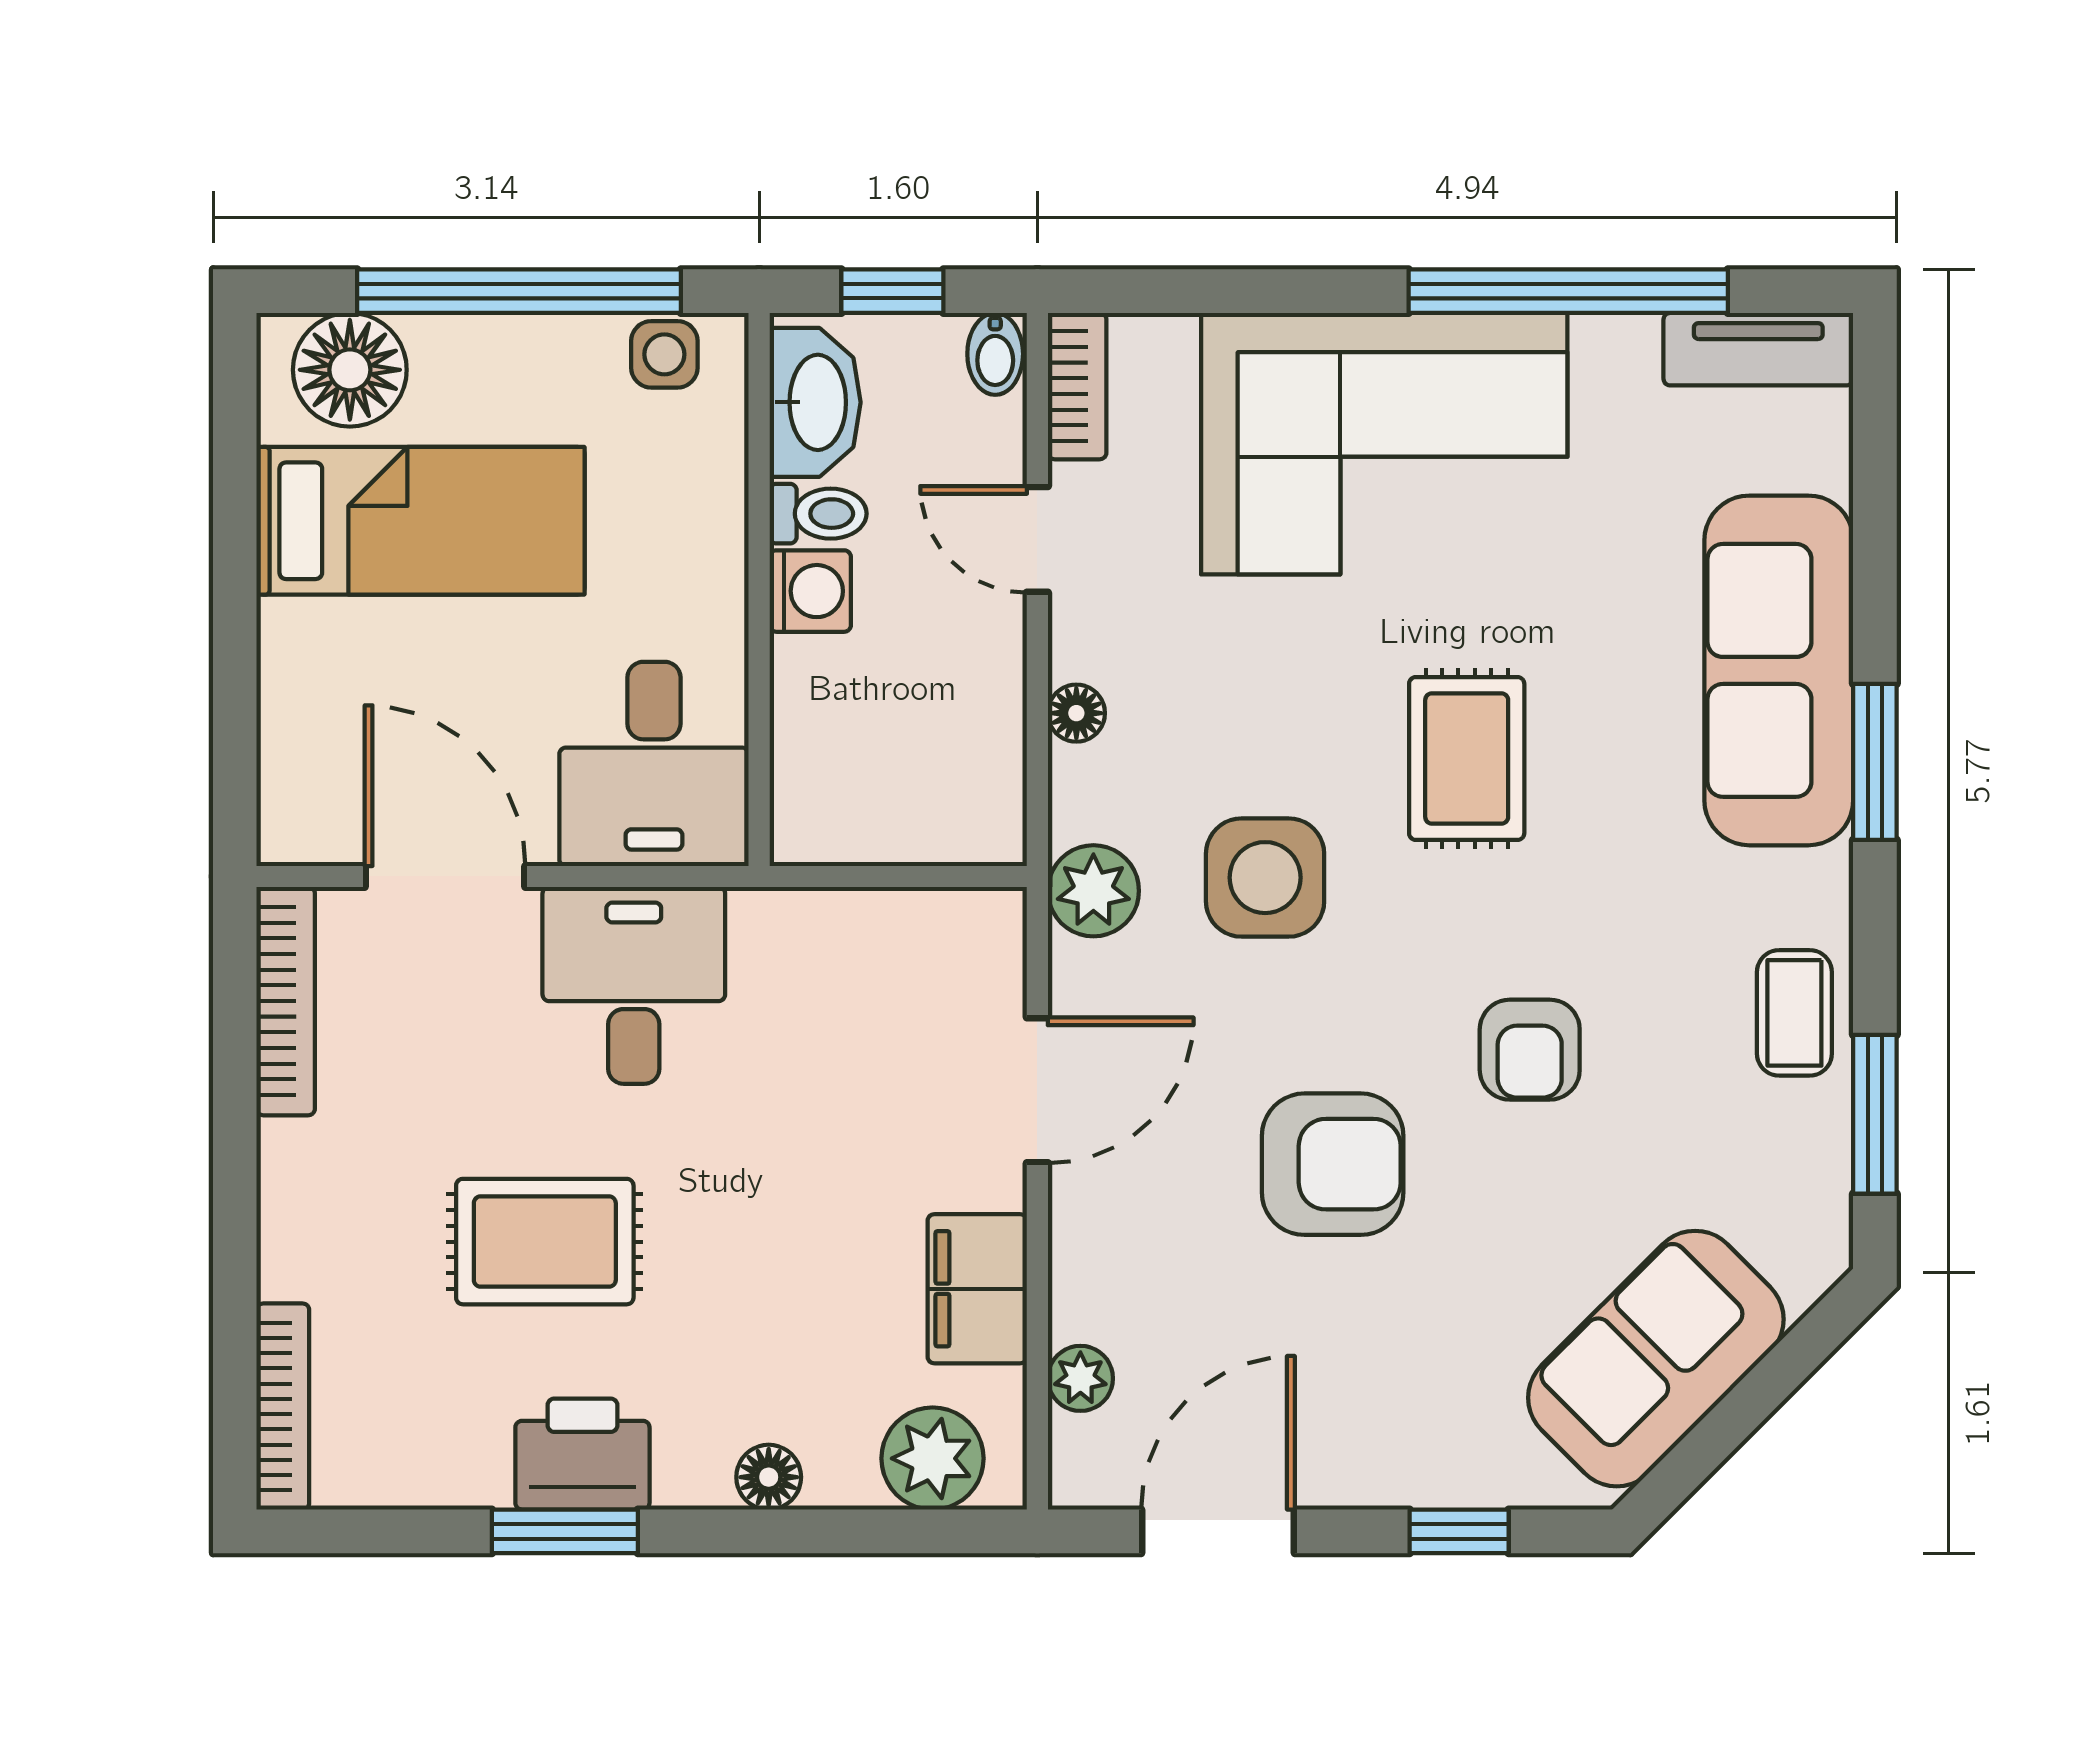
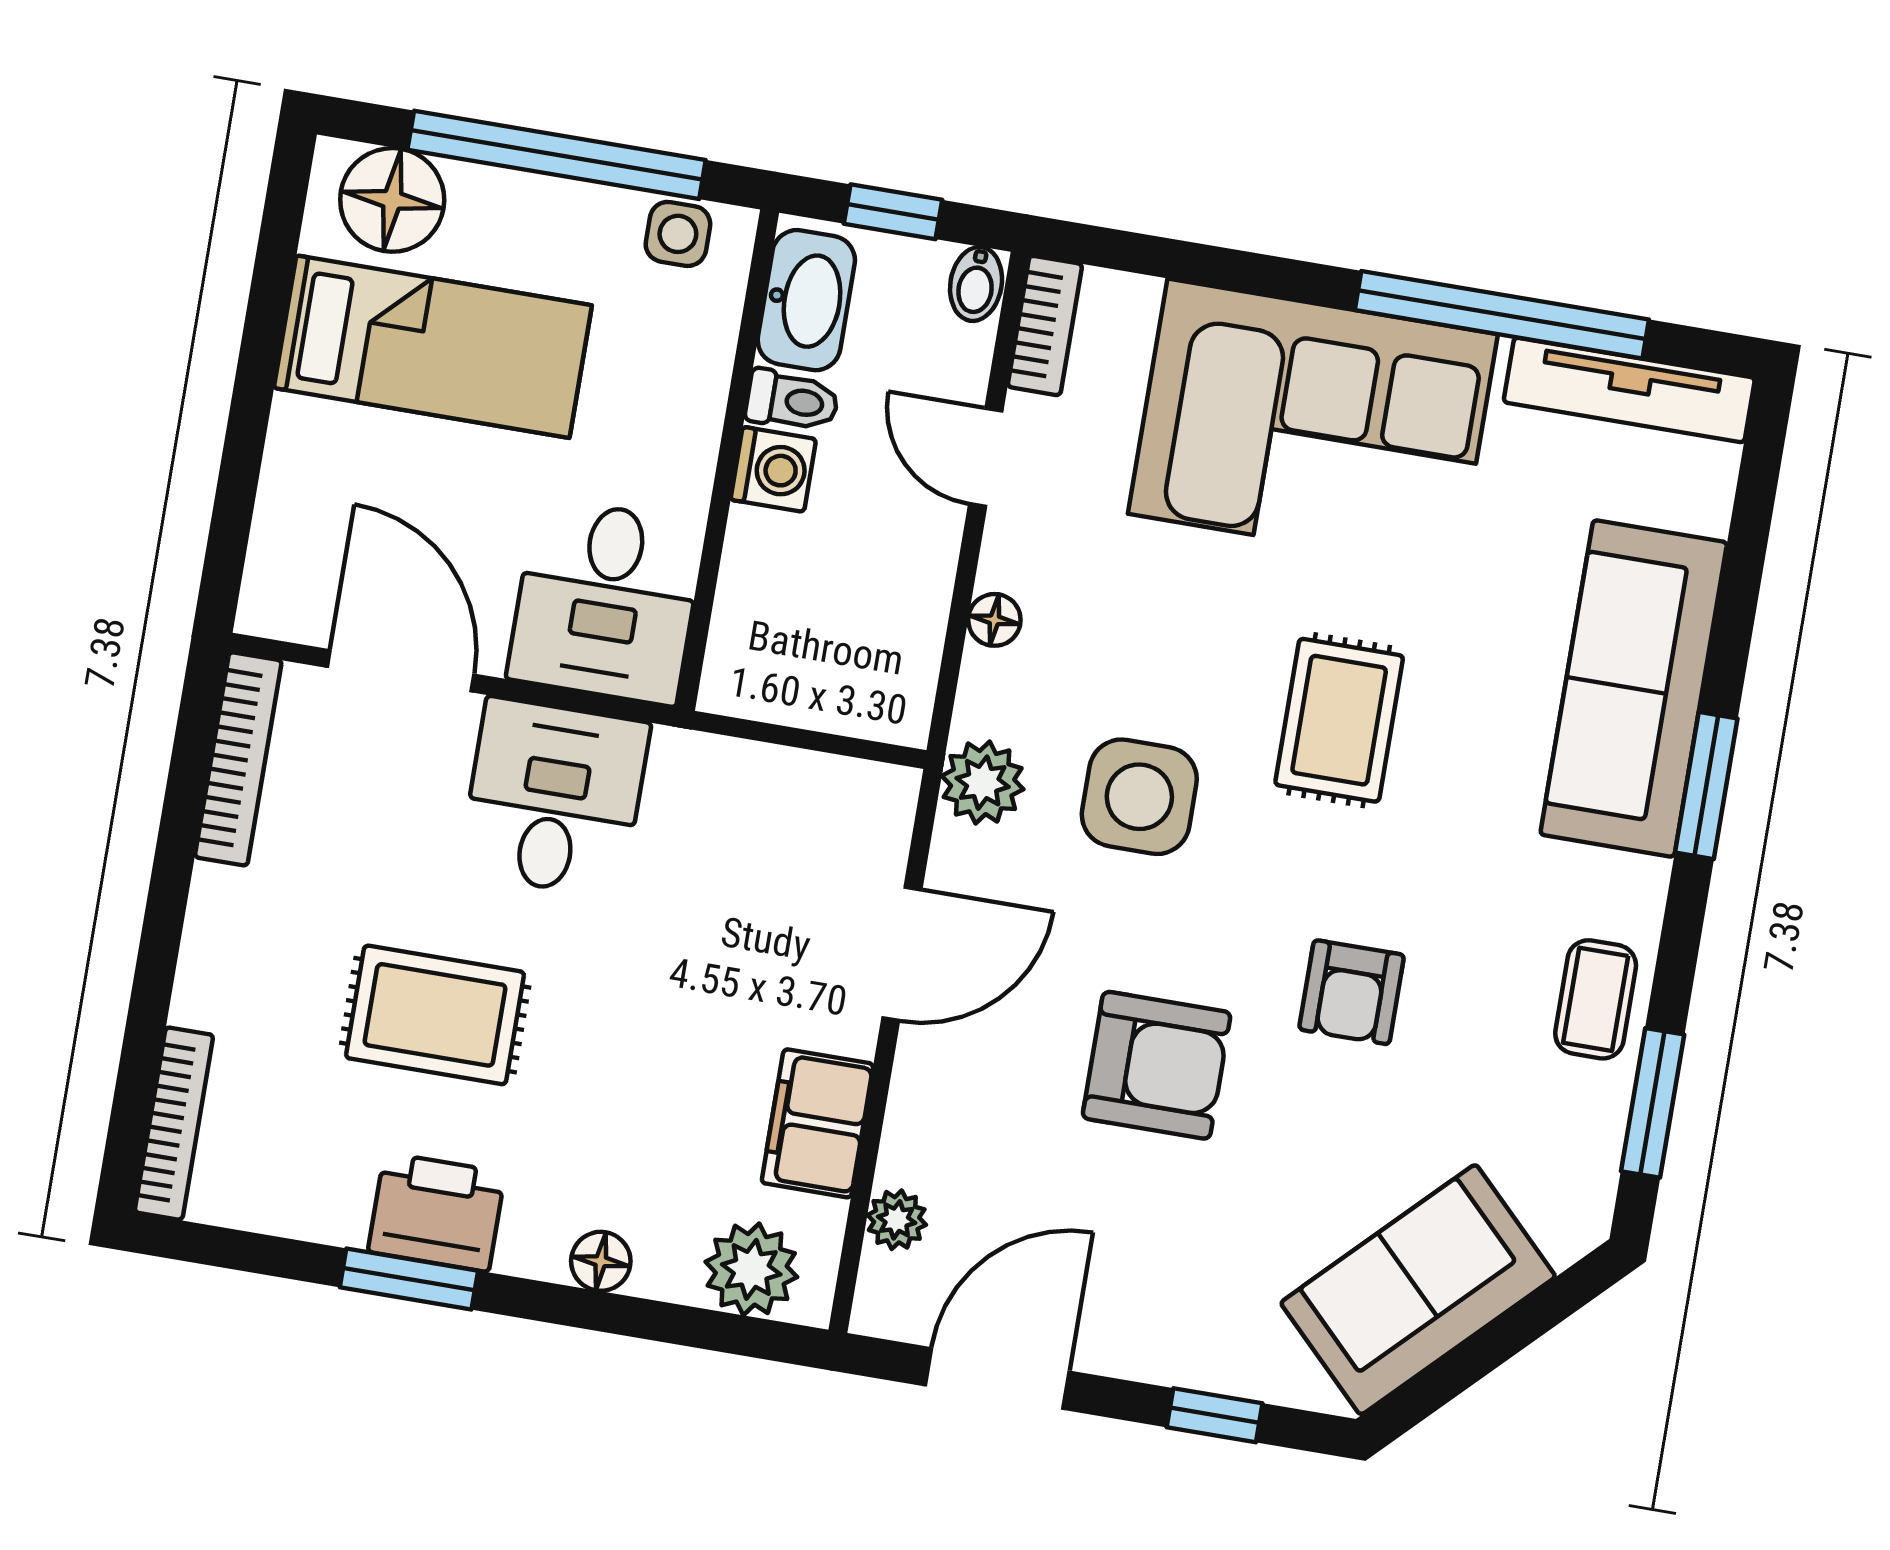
tv unit: (1758, 349) -> (1629, 390), width x1.41

